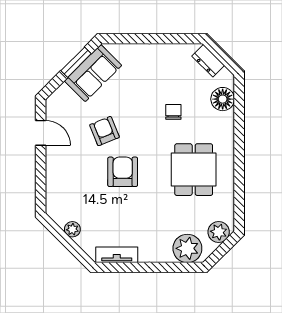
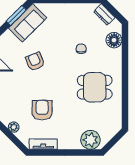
dining table: (194, 170) -> (95, 87), turned 90
armchair: (123, 172) -> (42, 110), moved
plant: (219, 232) -> (111, 129), removed

